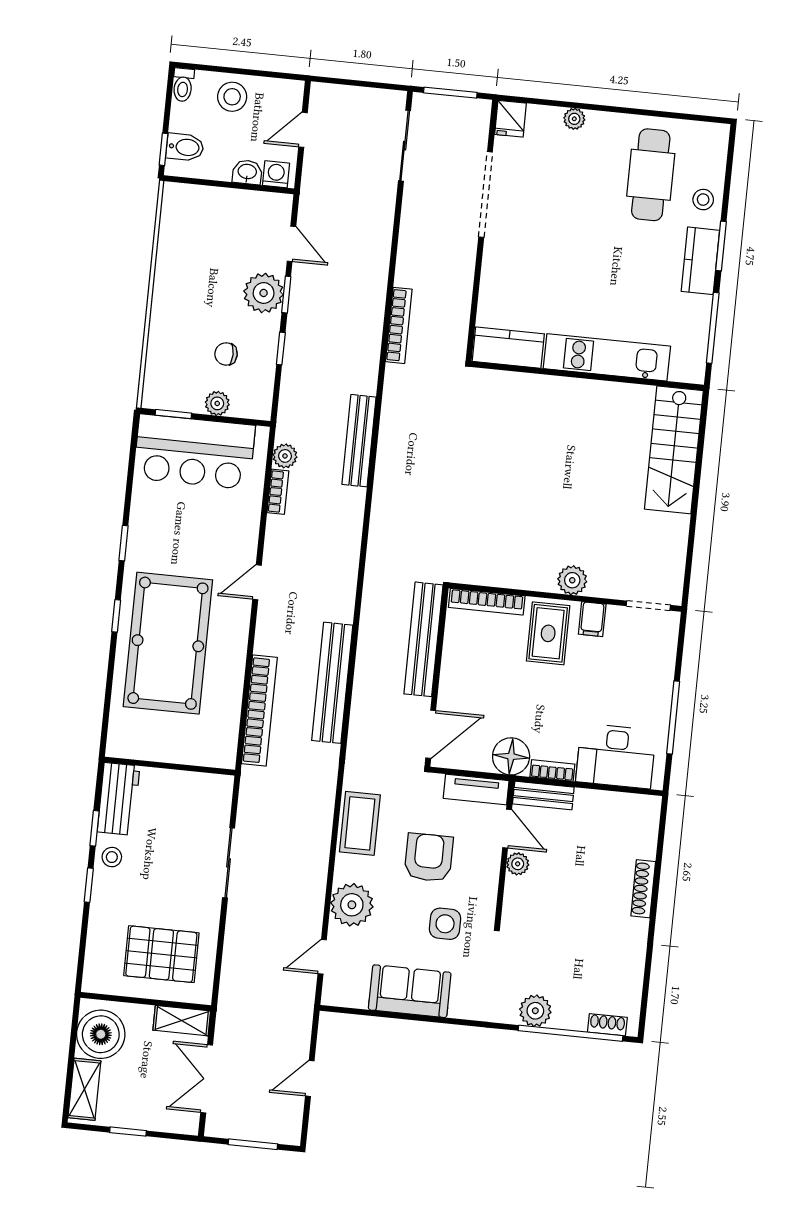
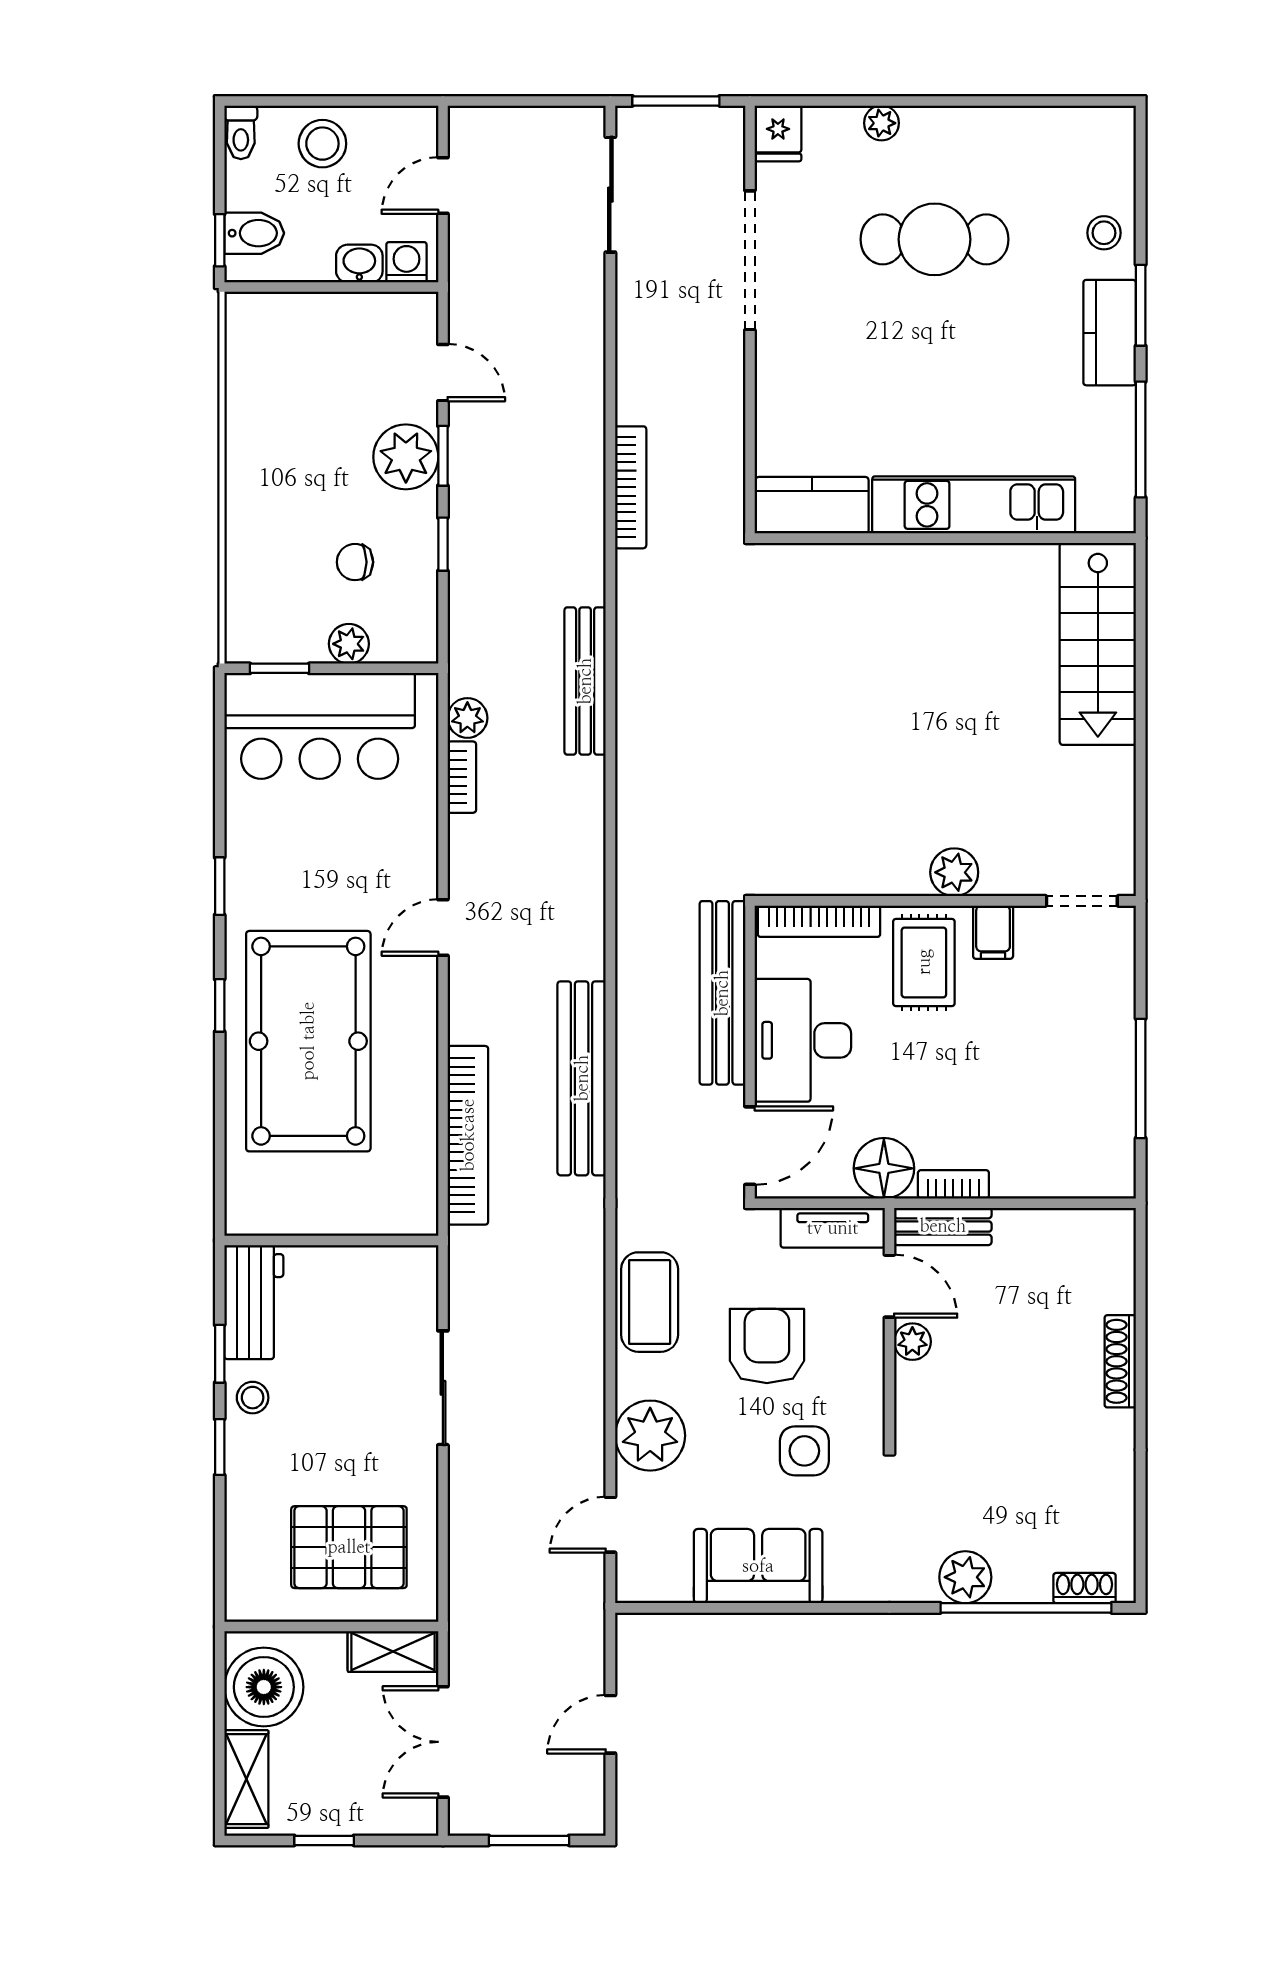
cafe table: (651, 175) -> (934, 239), moved, turned 90
desk: (616, 756) -> (803, 1040), moved, turned 90

